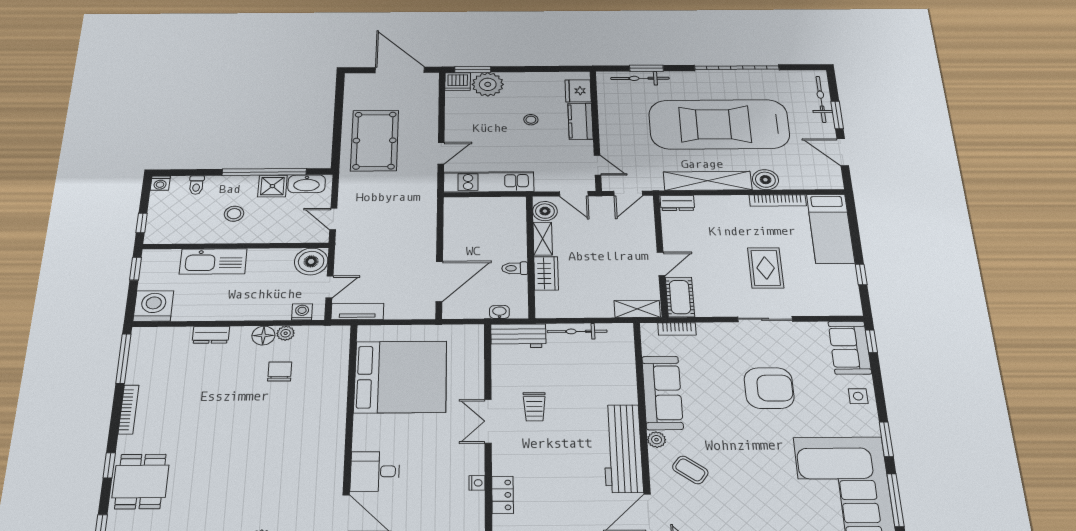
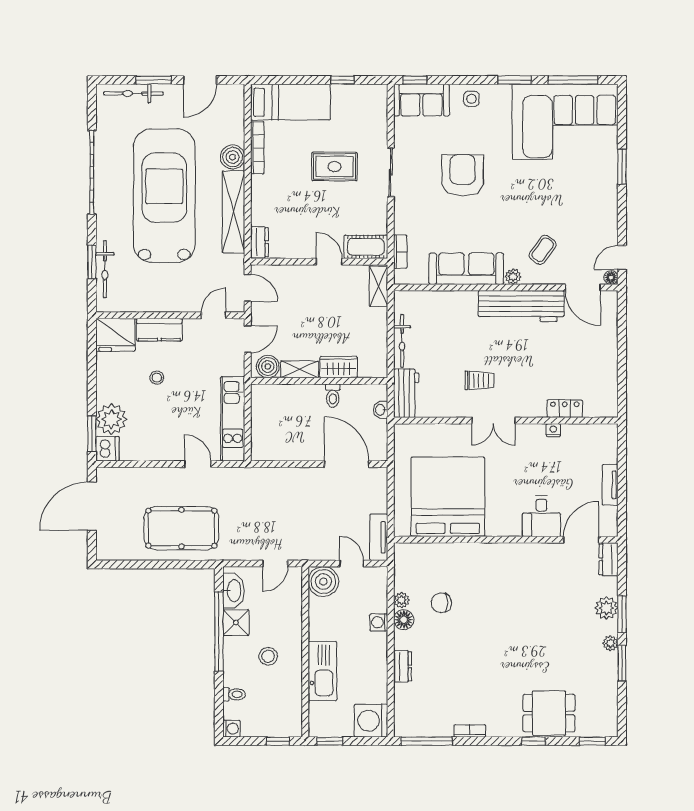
fridge: (578, 91) -> (115, 335), width x1.36, depth x1.34
car: (719, 124) -> (164, 196), turned 180
washing machine: (302, 312) -> (379, 622), moved
bookcase: (129, 409) -> (470, 731), width x0.64

